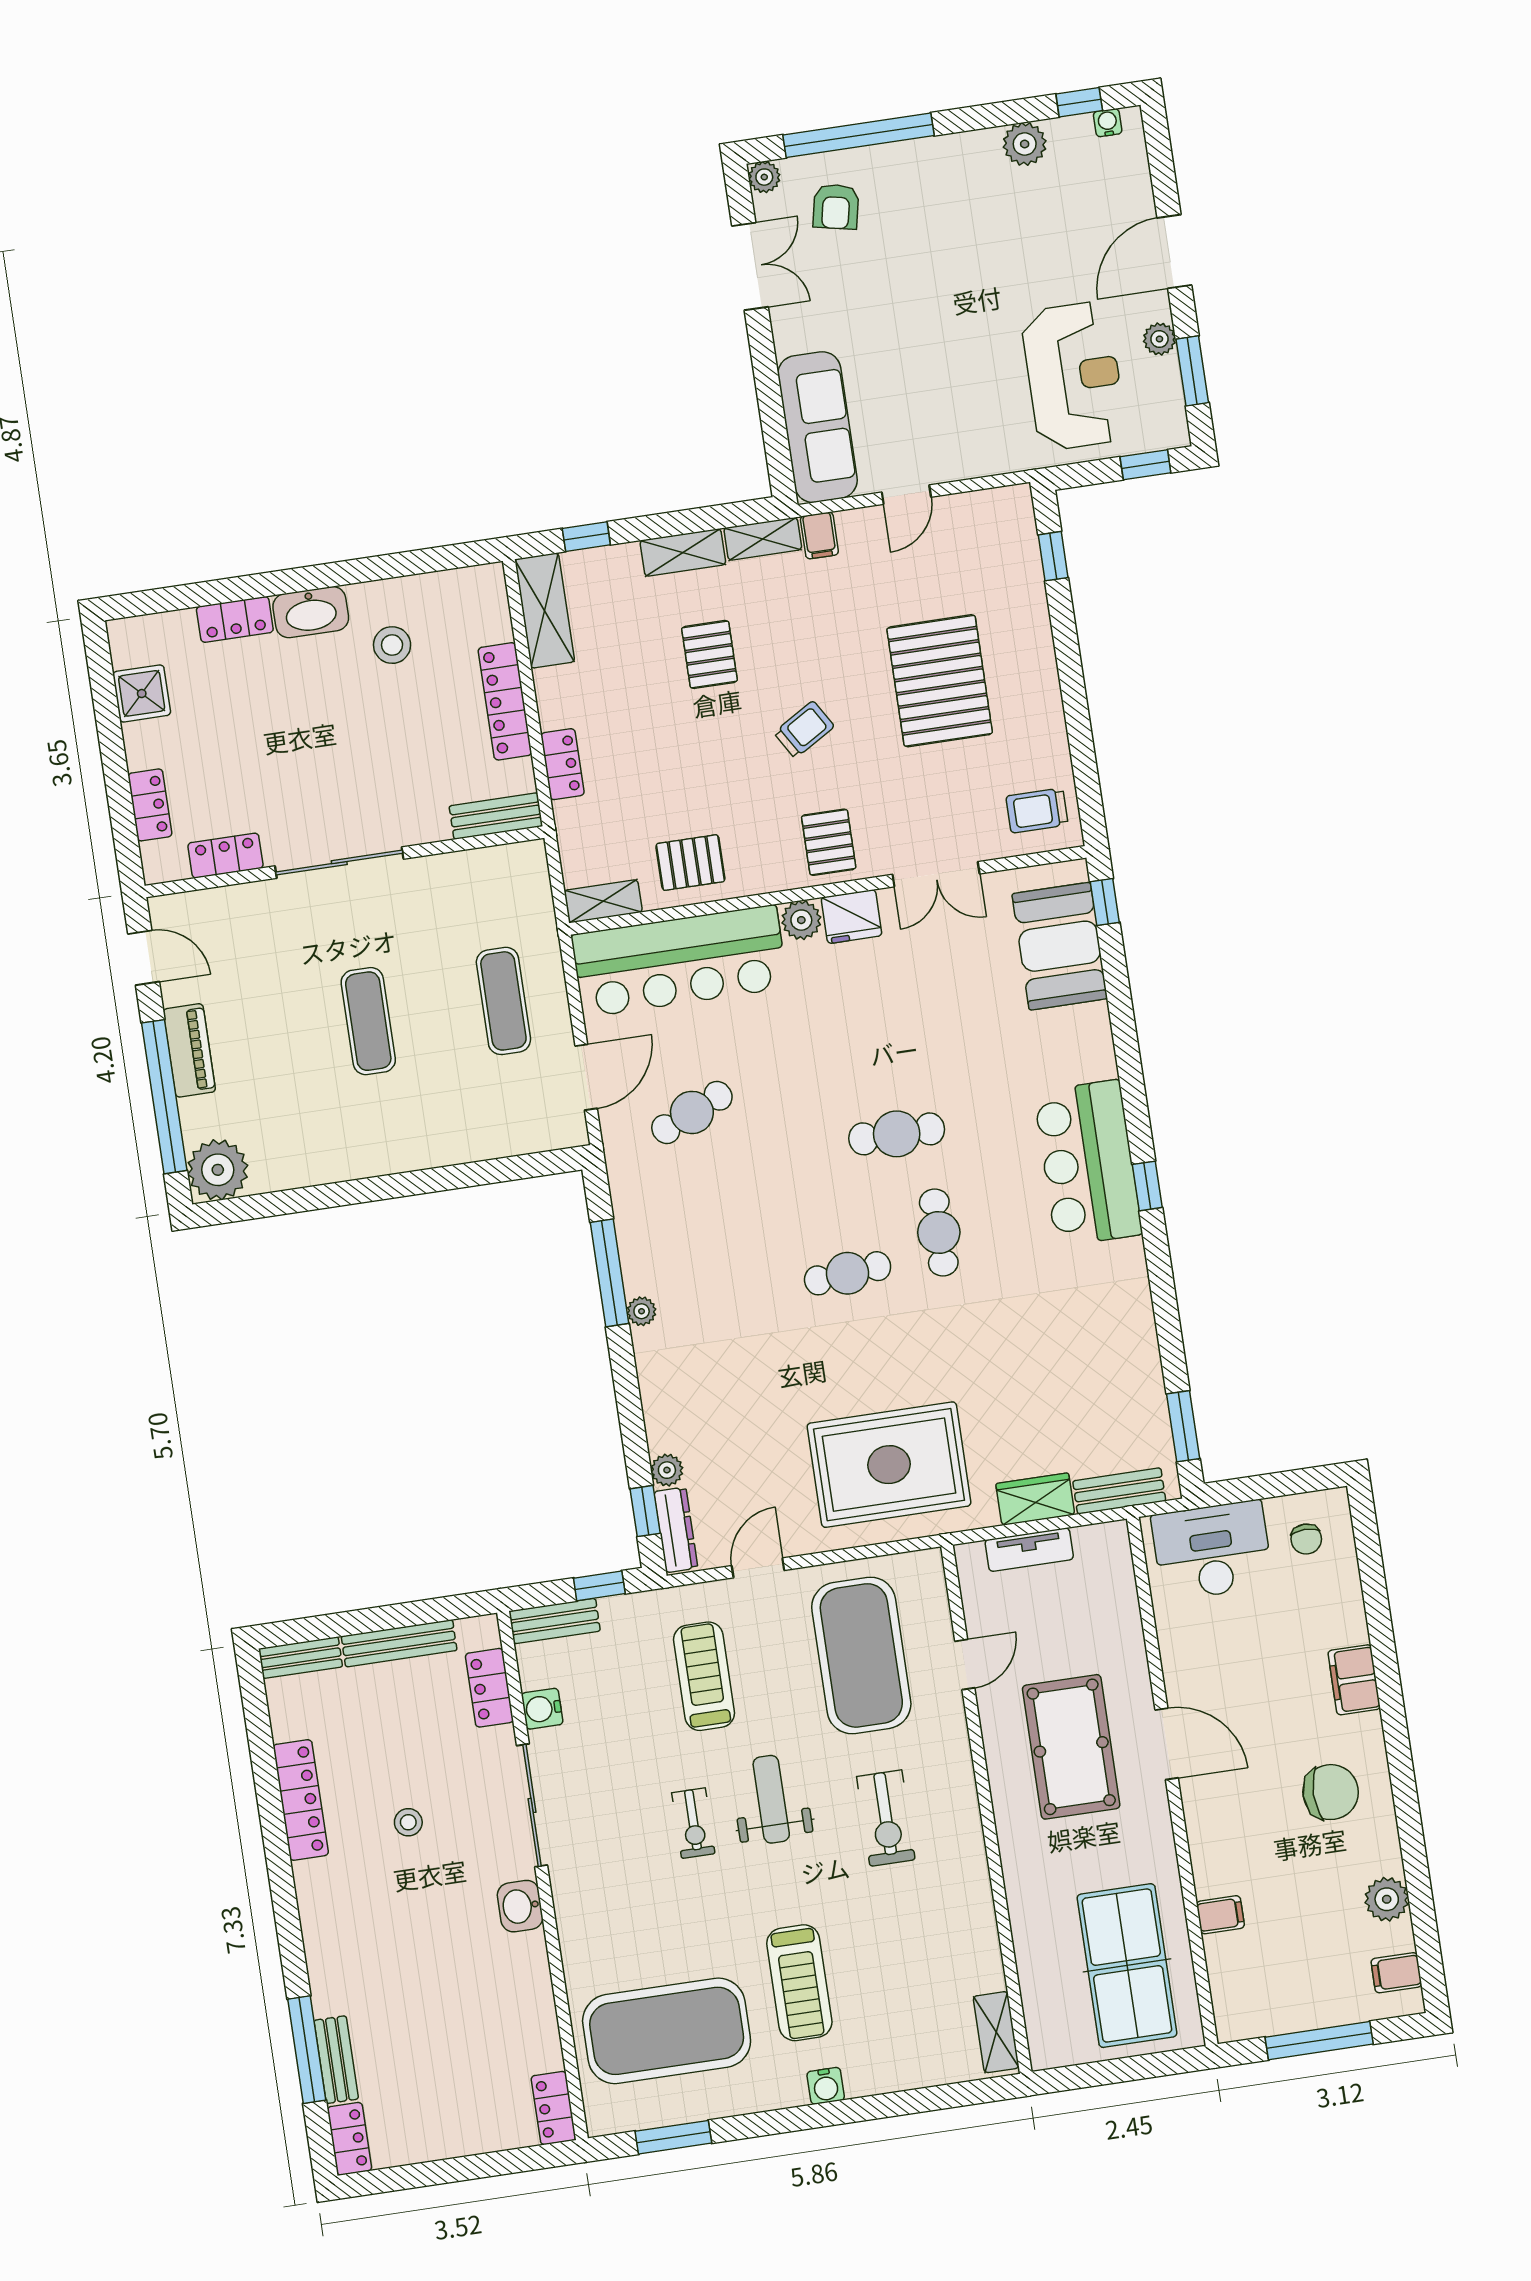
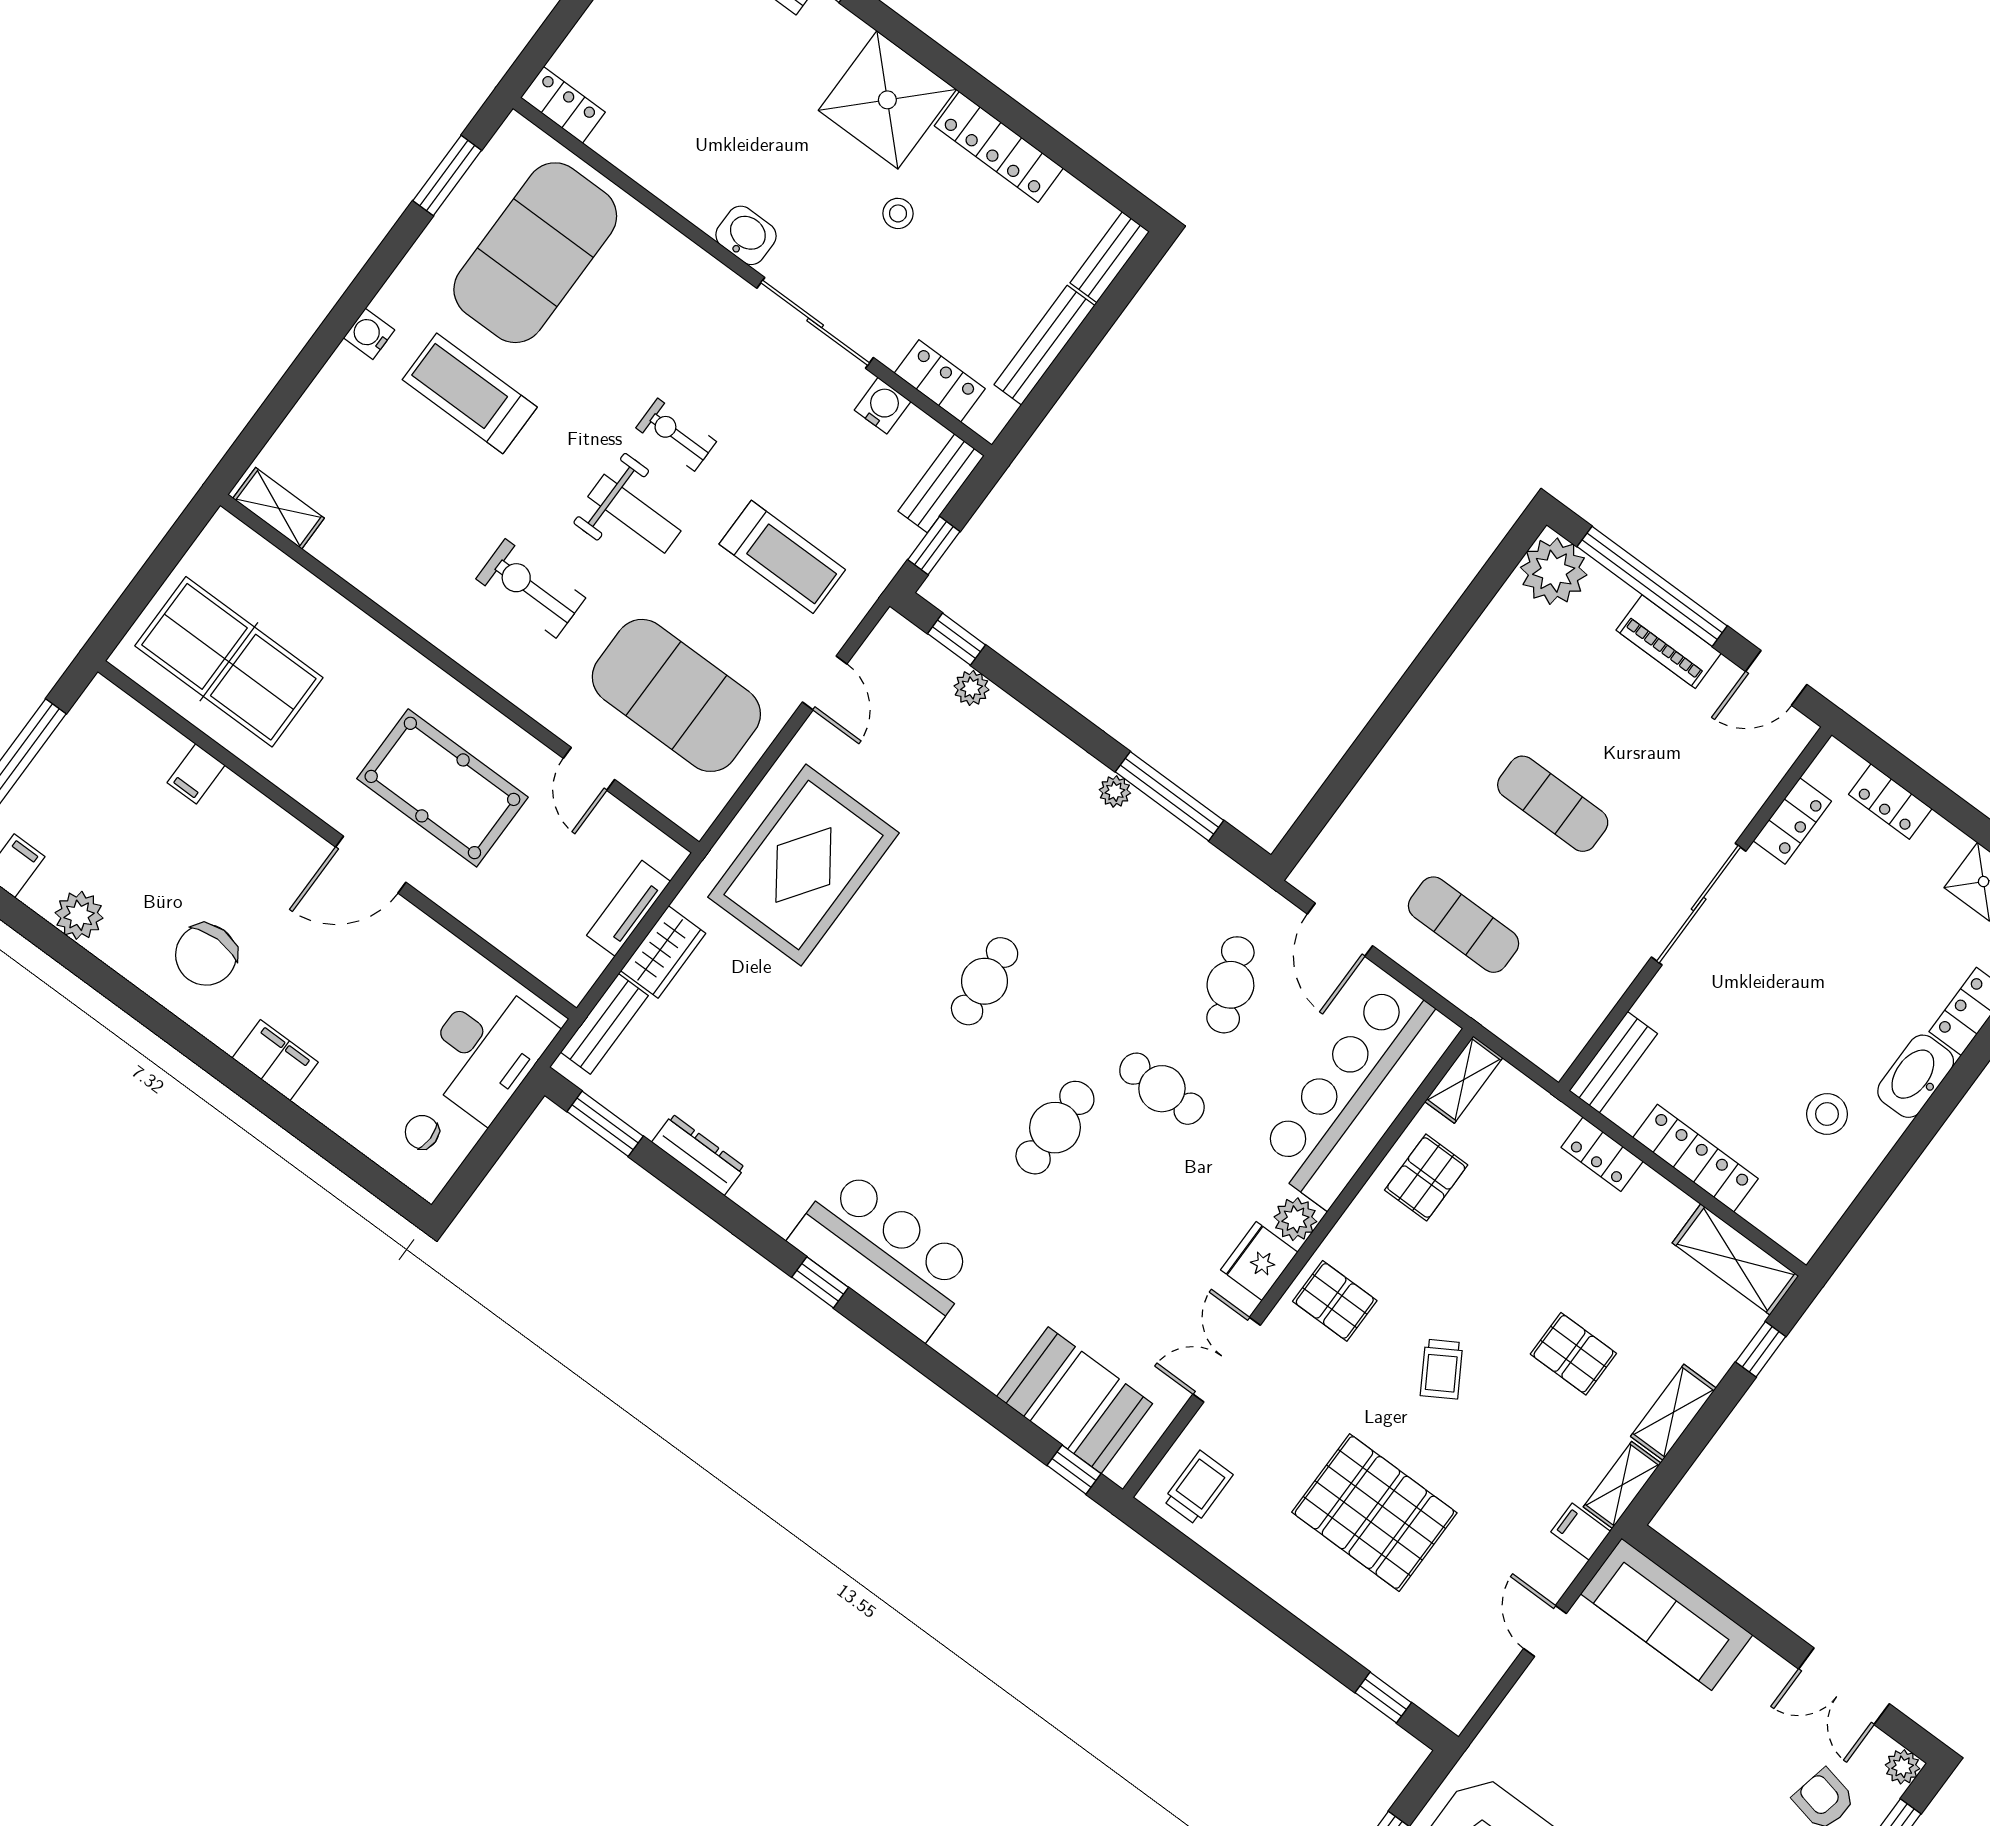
cafe table: (939, 1232) -> (1162, 1089), moved
dresser: (676, 1530) -> (698, 1155), moved, turned 180
shower: (342, 1902) -> (887, 100), added

